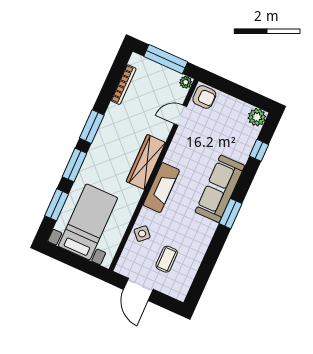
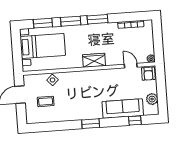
window: (166, 59) -> (158, 40), removed
plant: (257, 117) -> (152, 99), moved
wardrobe: (146, 162) -> (94, 60), width x0.67
fireplace: (161, 188) -> (84, 77), removed
sofa: (220, 189) -> (123, 109), moved

